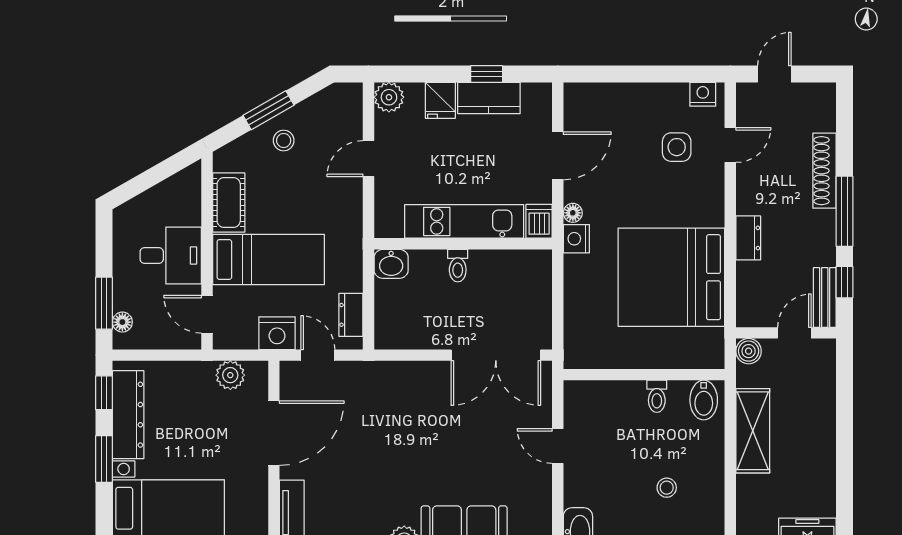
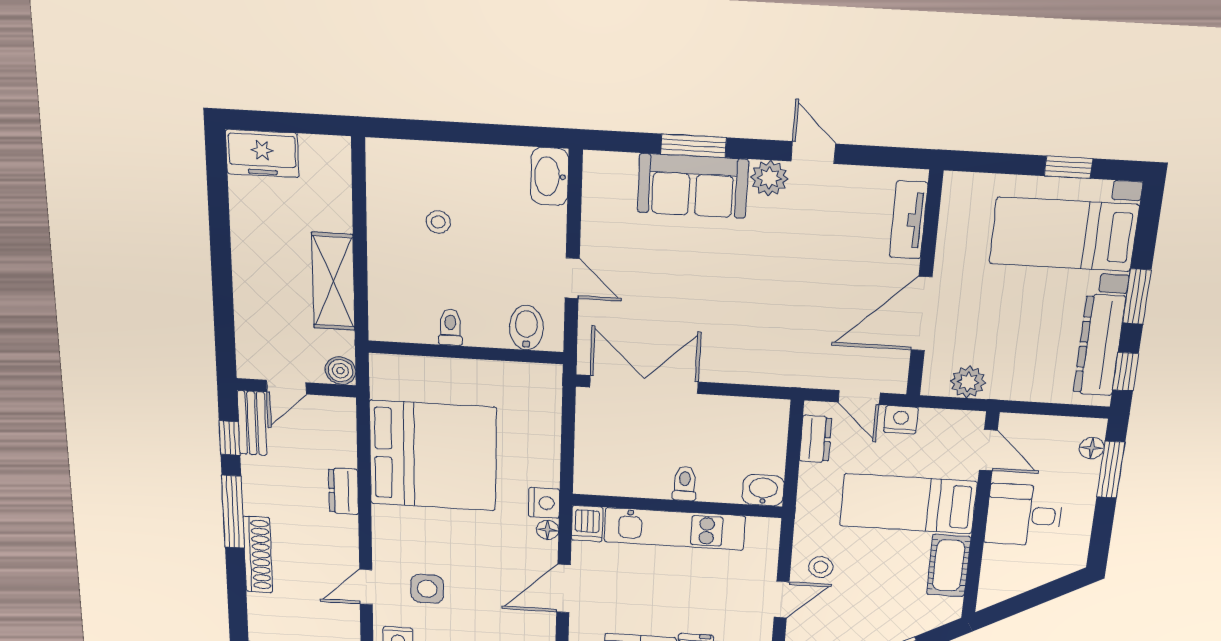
stool: (284, 140) -> (821, 567), moved
nightstand: (277, 333) -> (901, 420), width x0.74, depth x0.75
bidet: (704, 400) -> (526, 328), moved

